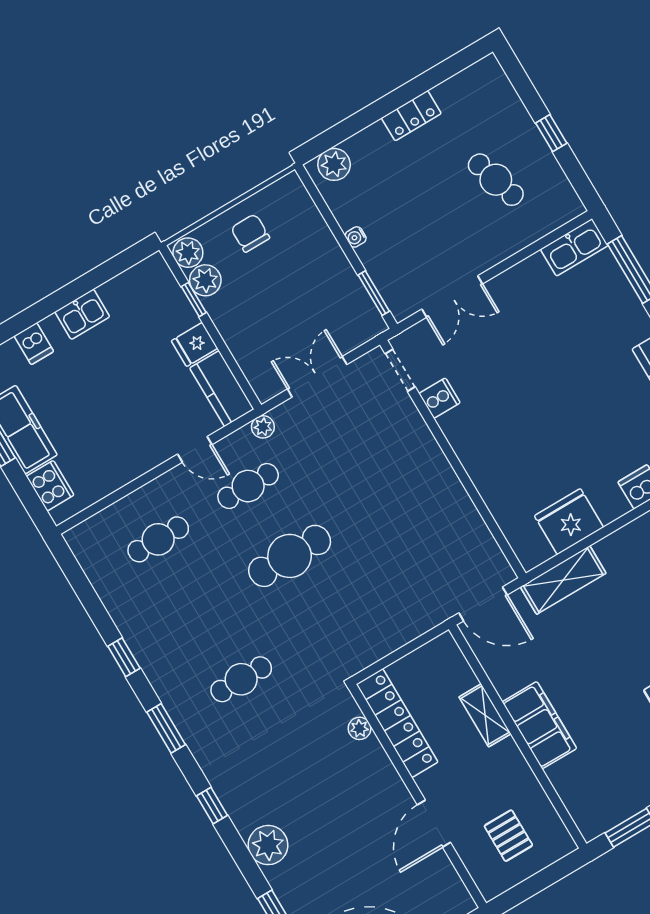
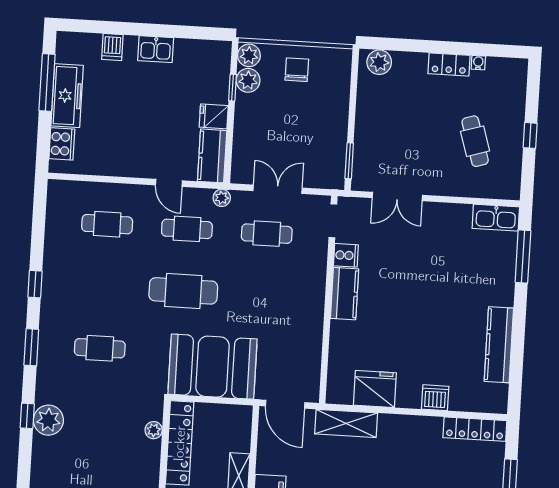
water cooler: (356, 237) -> (478, 63), moved, turned 90
cafe table: (338, 433) -> (267, 234), added
kitchen counter: (466, 441) -> (344, 294), added
booth: (377, 616) -> (213, 367), added
plant: (268, 845) -> (48, 420), moved

